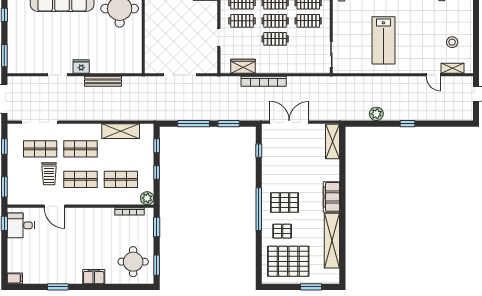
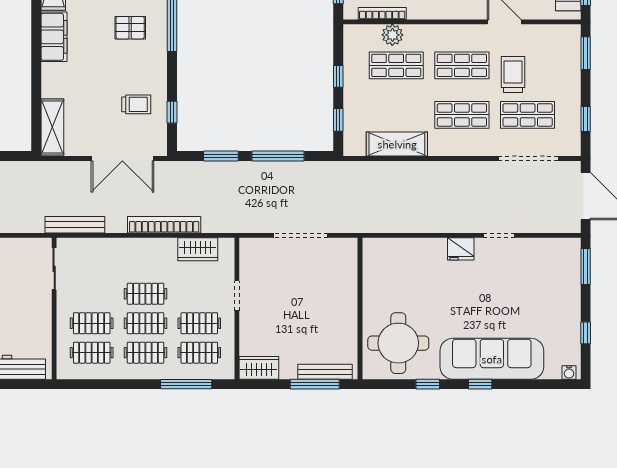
bench: (103, 81) -> (75, 225), moved
trolley: (281, 155) -> (136, 104), added
plant: (147, 198) -> (392, 35), moved
pallet: (285, 203) -> (130, 28), width x0.67, depth x0.71

